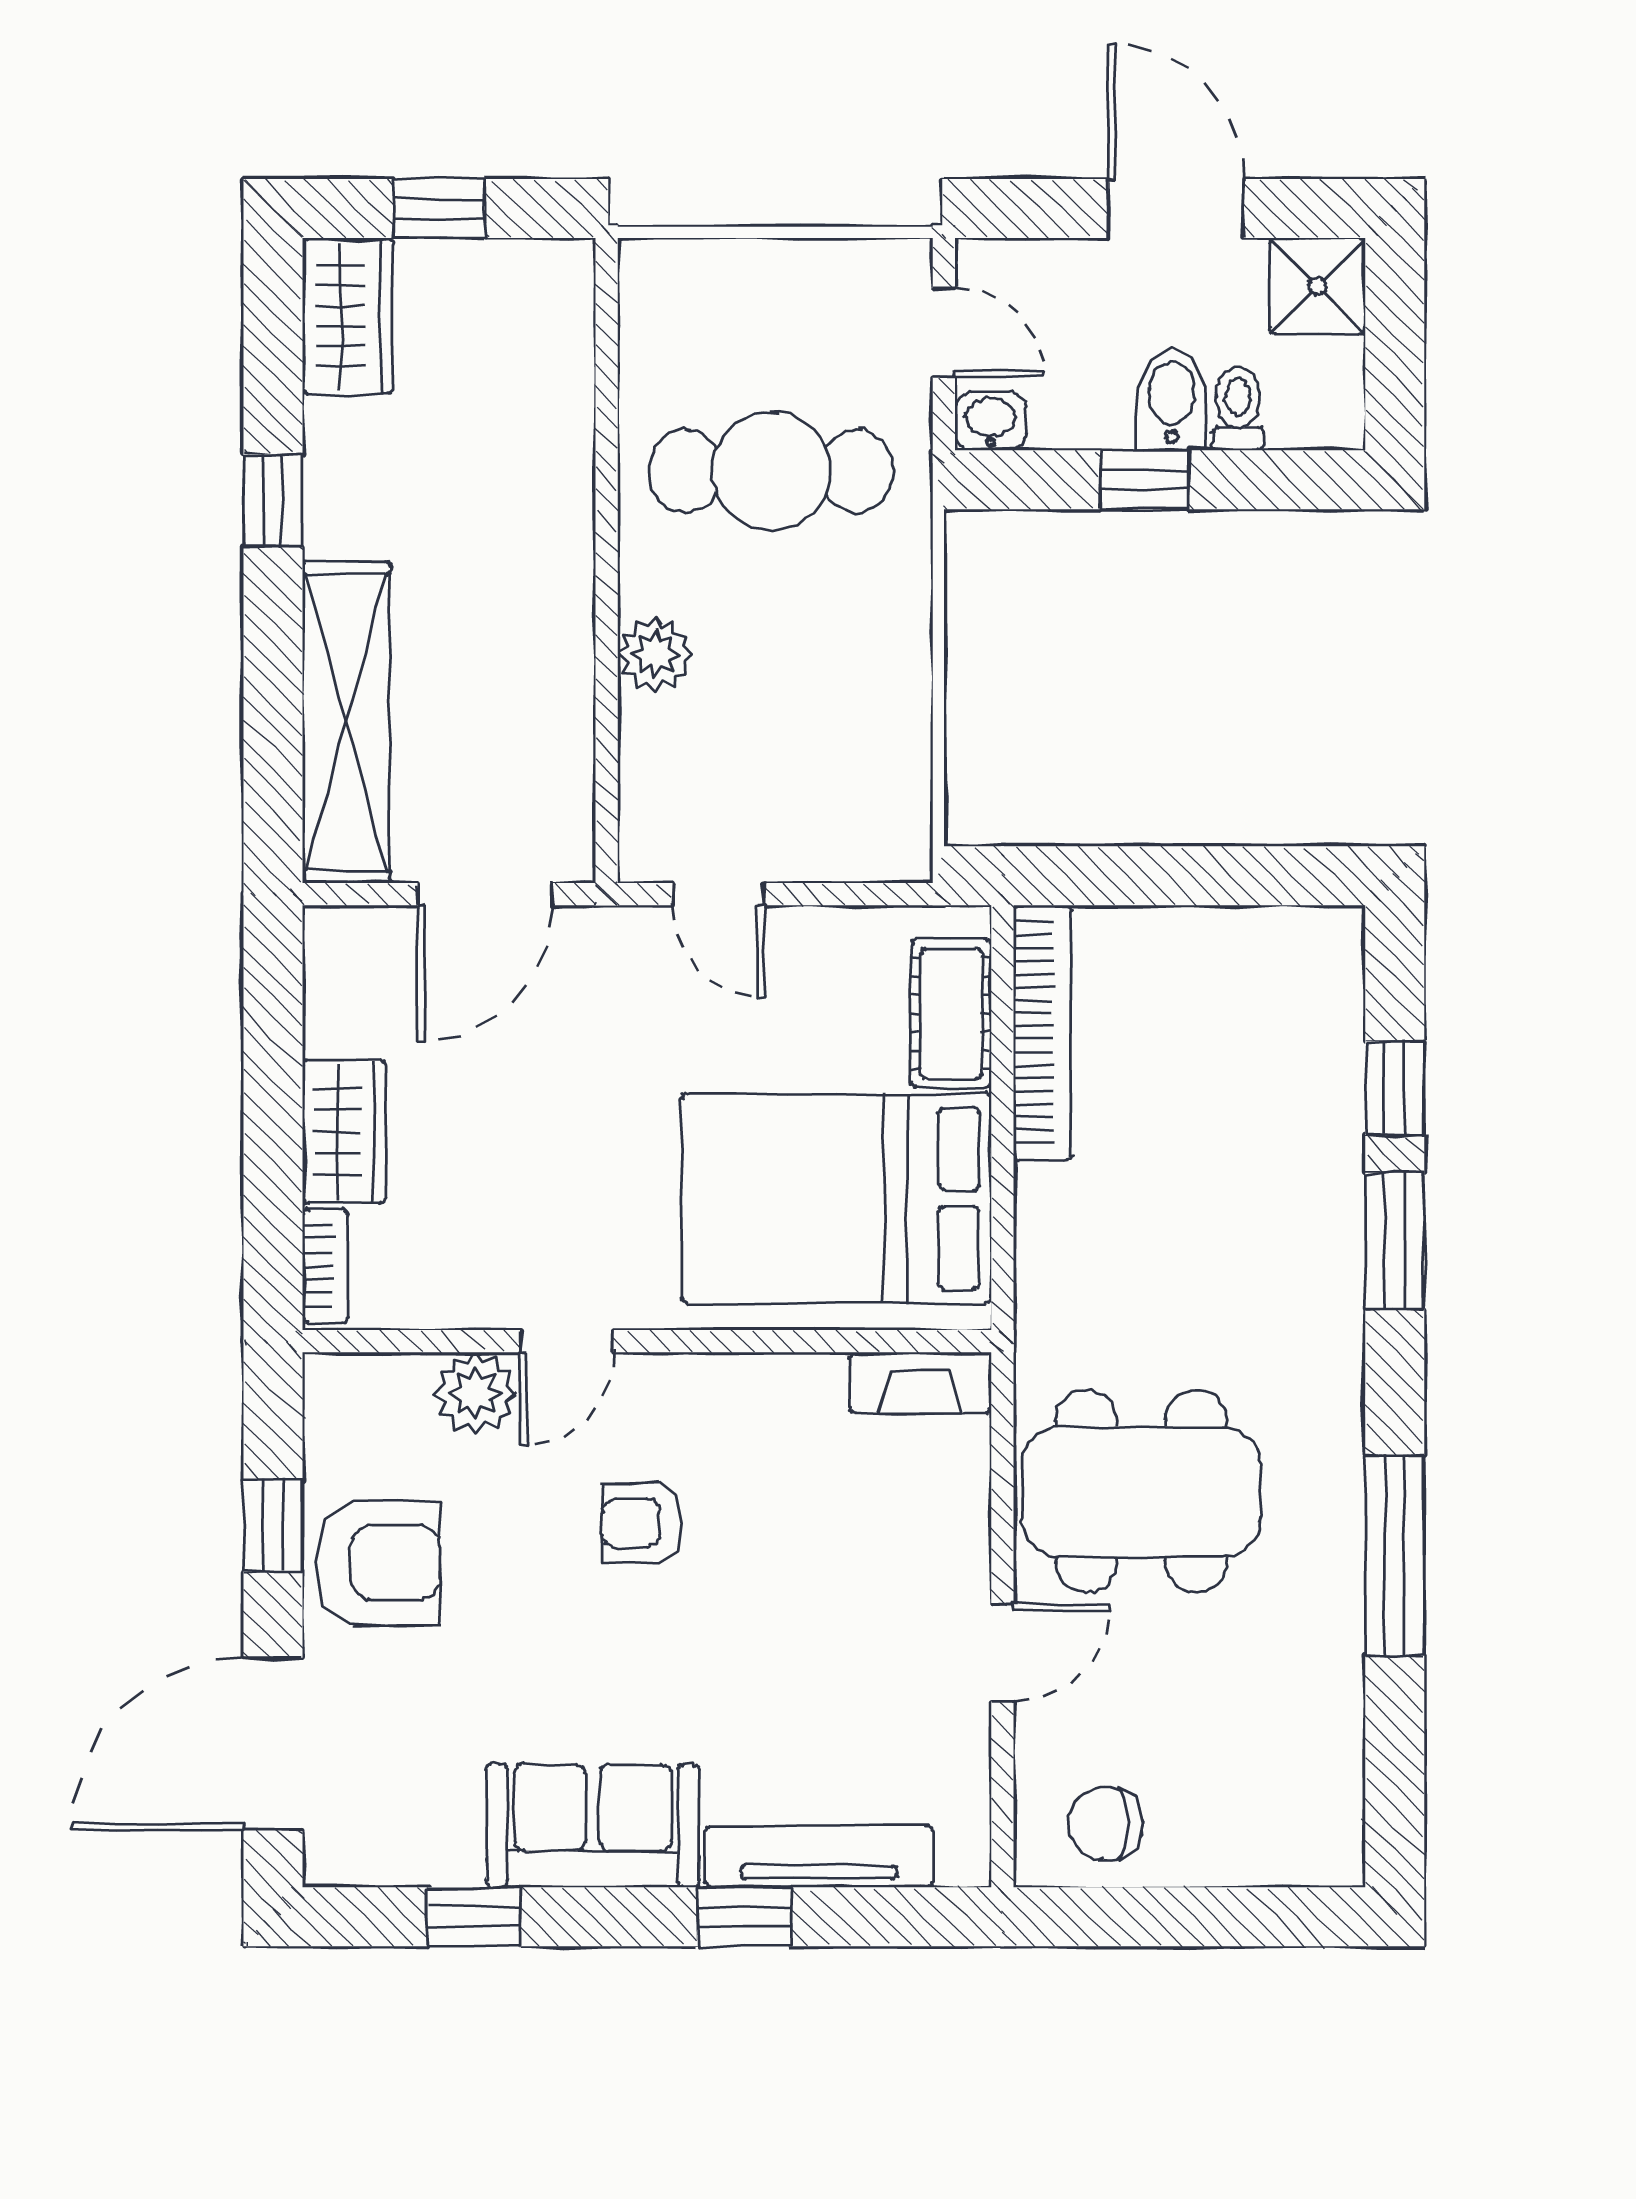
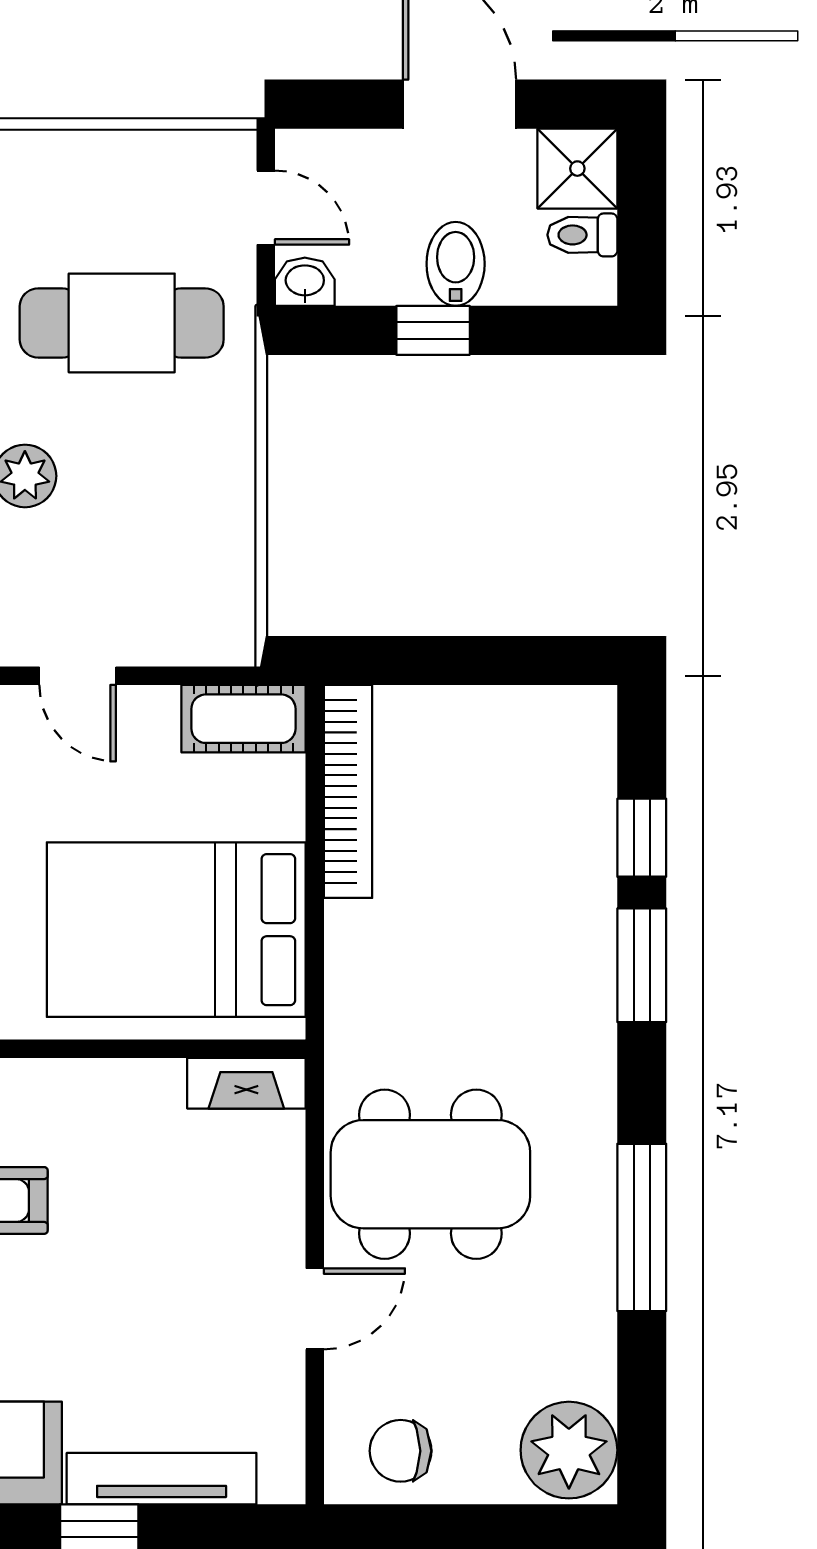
toilet: (1238, 409) -> (582, 235), moved, turned -90
cot: (951, 1013) -> (243, 719), moved, turned 90
plant: (1307, 1822) -> (569, 1450), added

